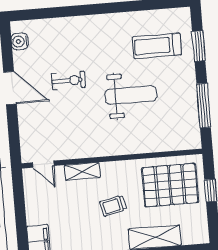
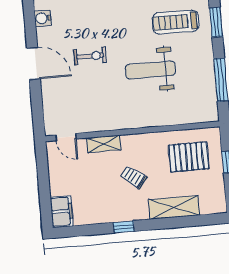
weight bench: (131, 95) -> (150, 70), turned 180
pallet: (170, 185) -> (189, 157), width x0.73, depth x0.71
trolley: (113, 206) -> (134, 177), turned 50

